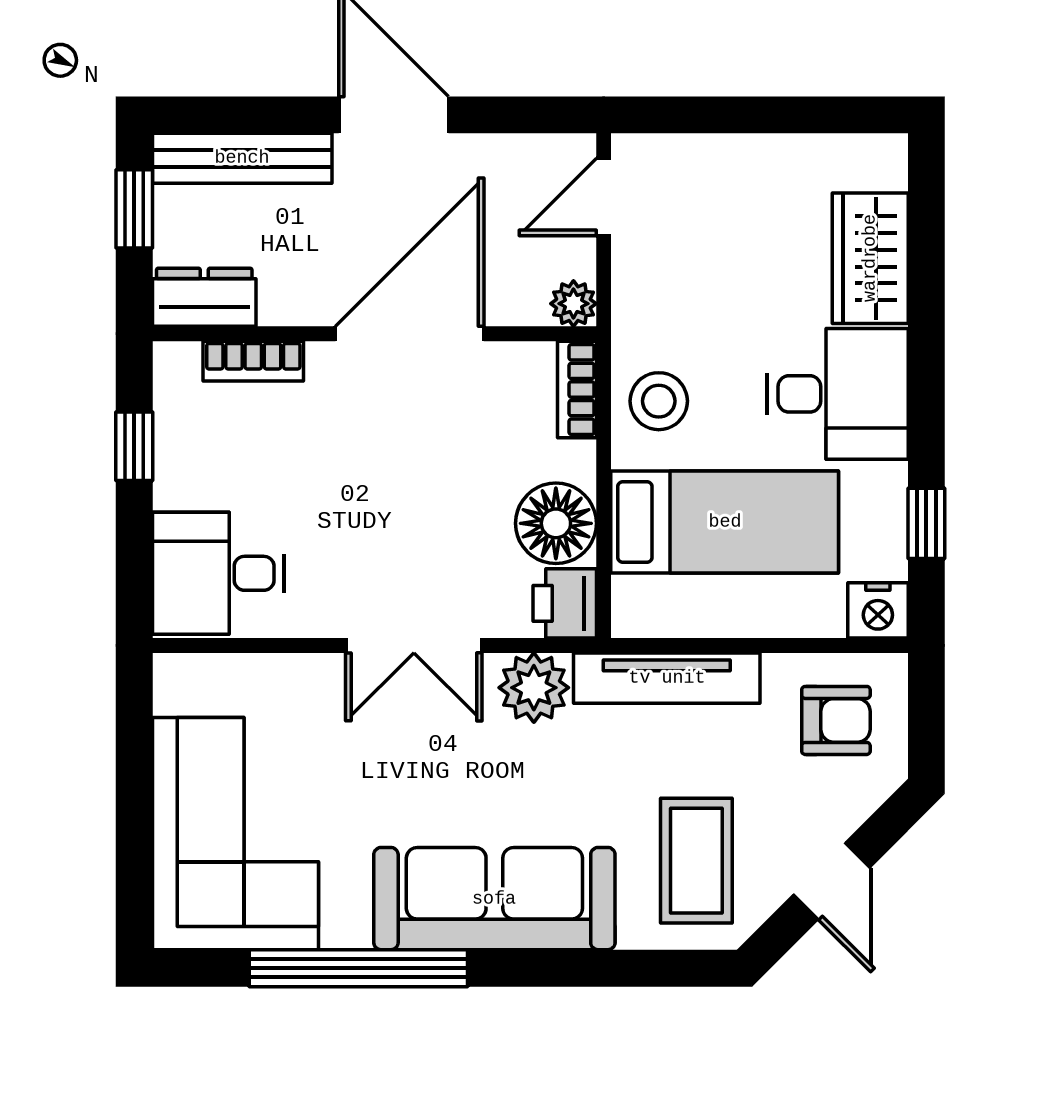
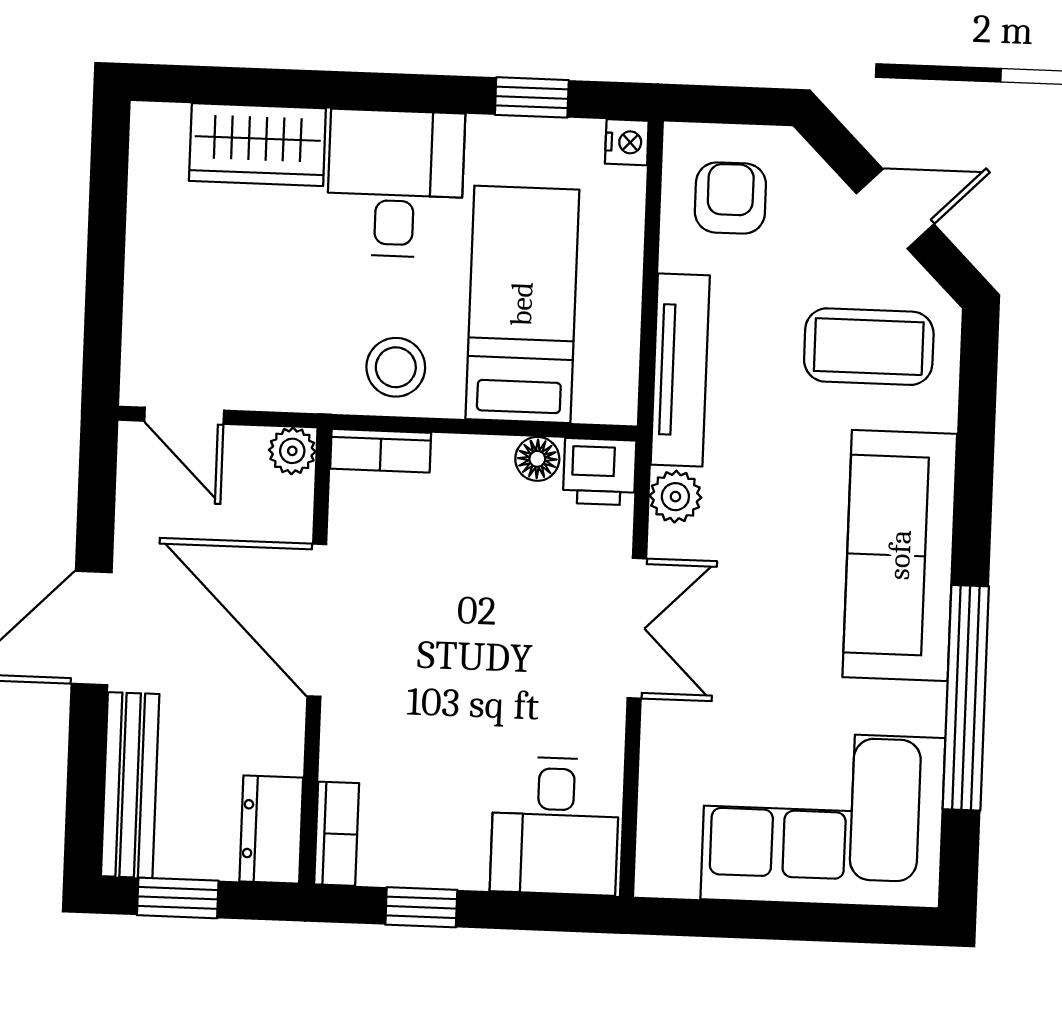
bookcase: (253, 361) -> (337, 834), moved
floor lamp: (556, 523) -> (537, 459), width x0.53, depth x0.53
nightstand: (878, 610) -> (627, 142), width x0.72, depth x0.74
plant: (534, 688) -> (675, 497), width x0.73, depth x0.73

